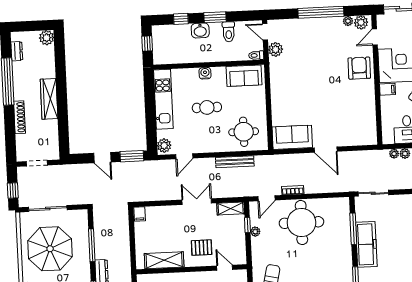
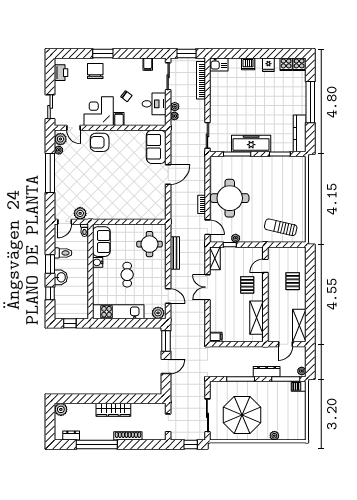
water cooler: (205, 73) -> (98, 262), moved
sofa: (292, 137) -> (156, 147), moved

